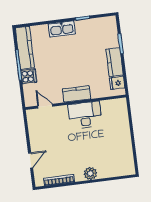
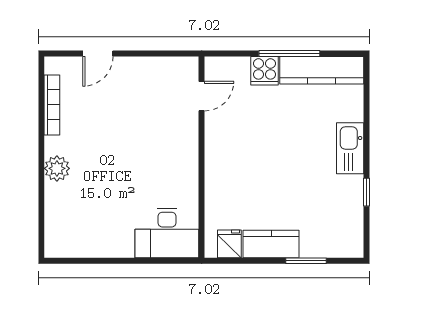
kitchen counter: (77, 94) -> (218, 161), removed
desk: (85, 115) -> (167, 233), moved, turned 90
door: (31, 160) -> (98, 54), hinge flipped

